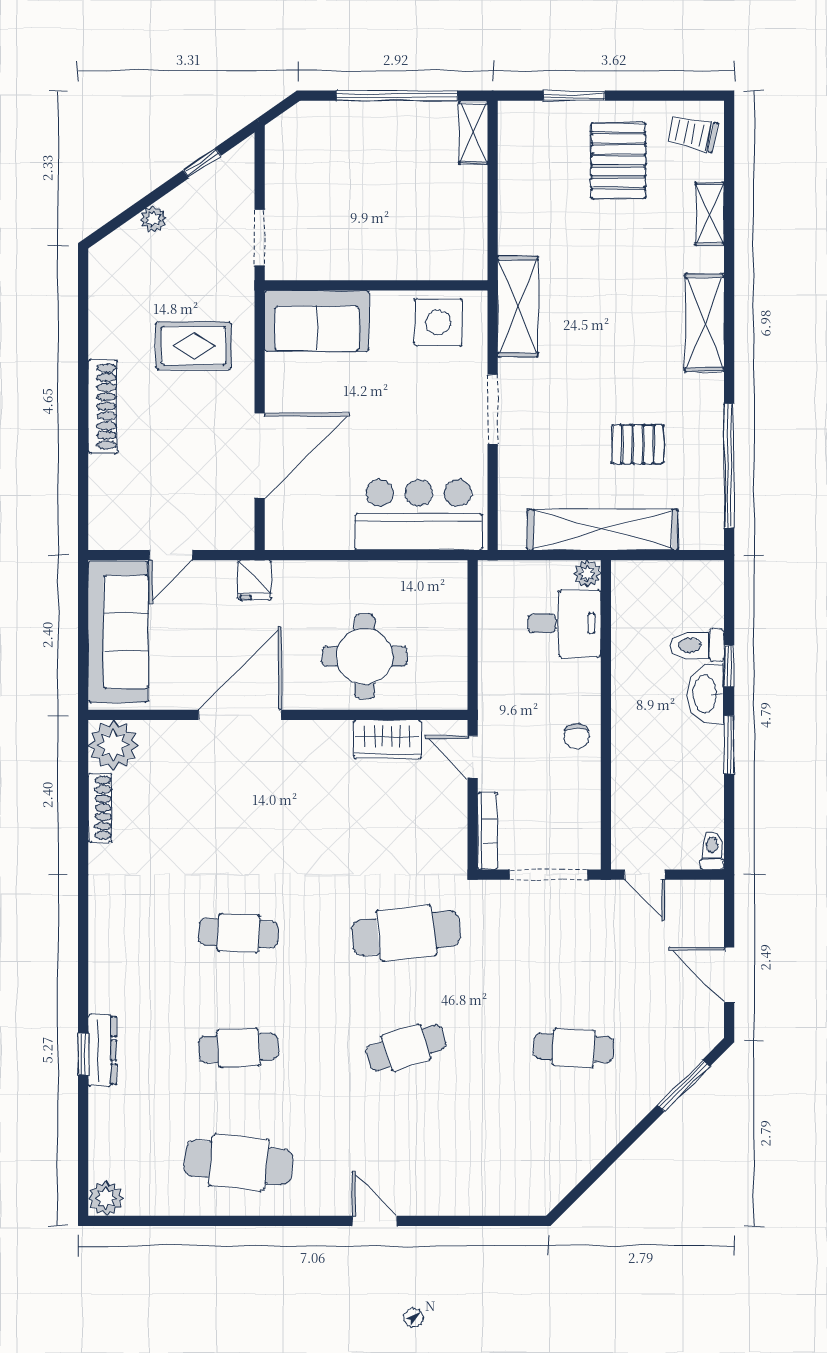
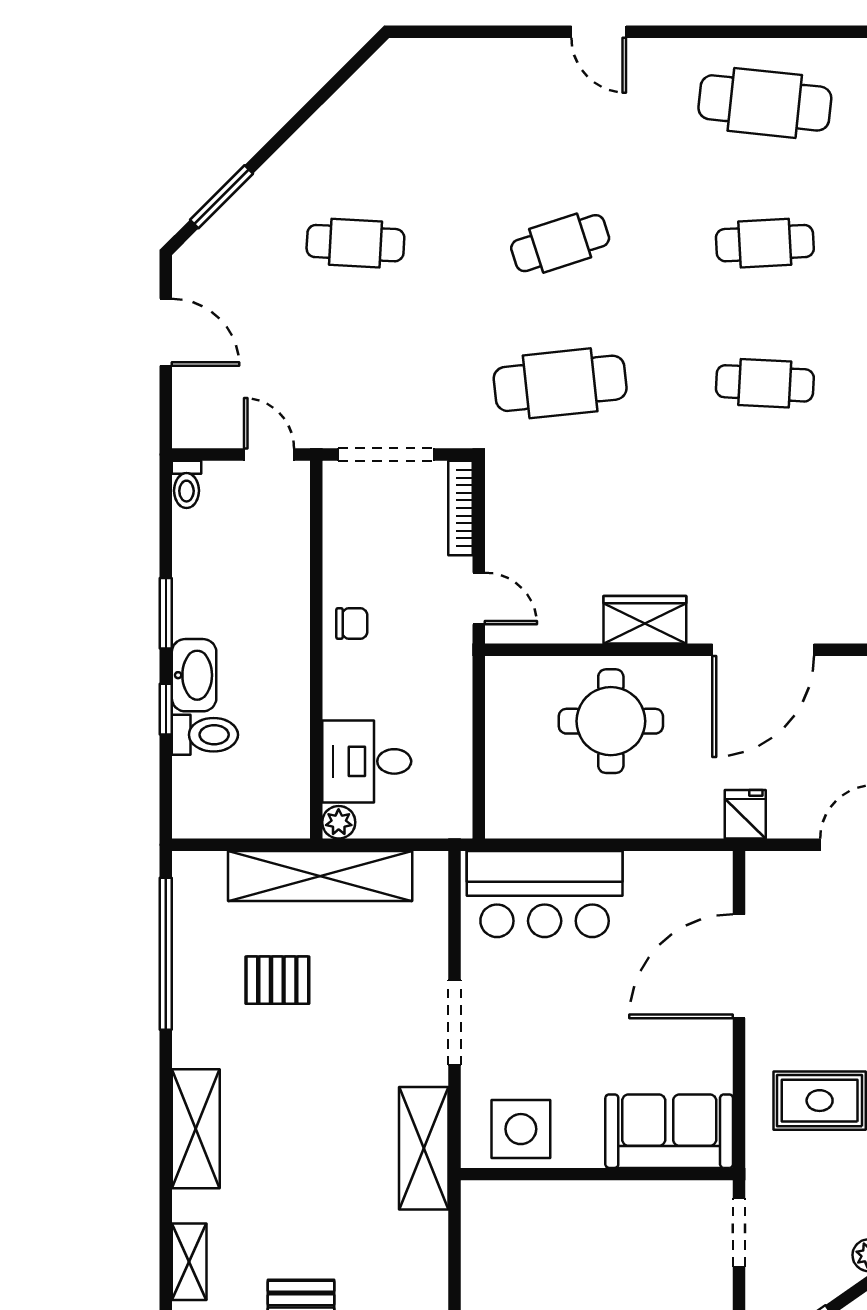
chair: (577, 736) -> (352, 623), turned 90
wardrobe: (387, 739) -> (645, 620), moved

